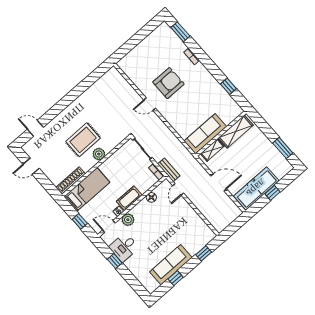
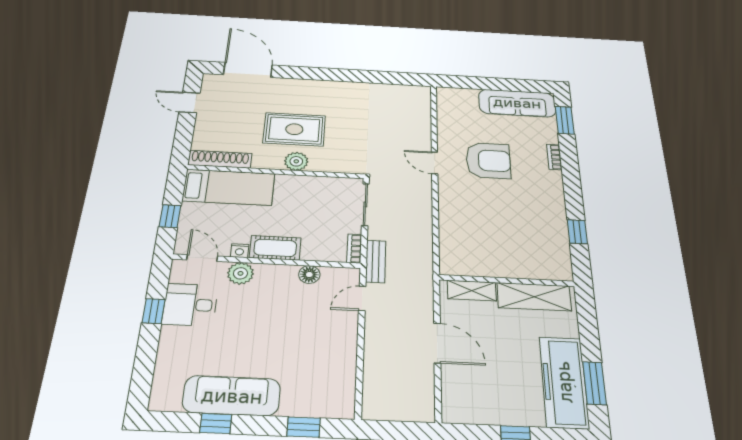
door: (35, 128) -> (248, 70), width x1.87
sofa: (205, 134) -> (517, 103), moved, turned 180
freezer: (256, 188) -> (564, 382), moved, turned -90

